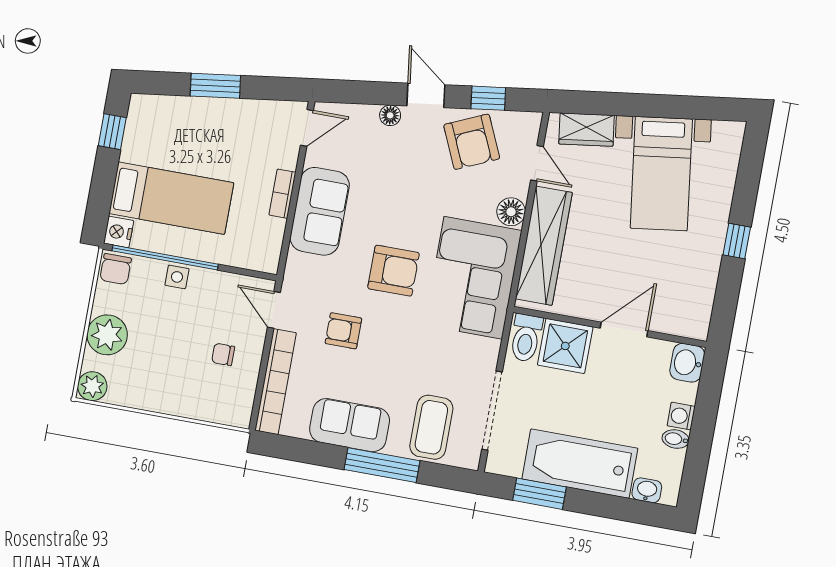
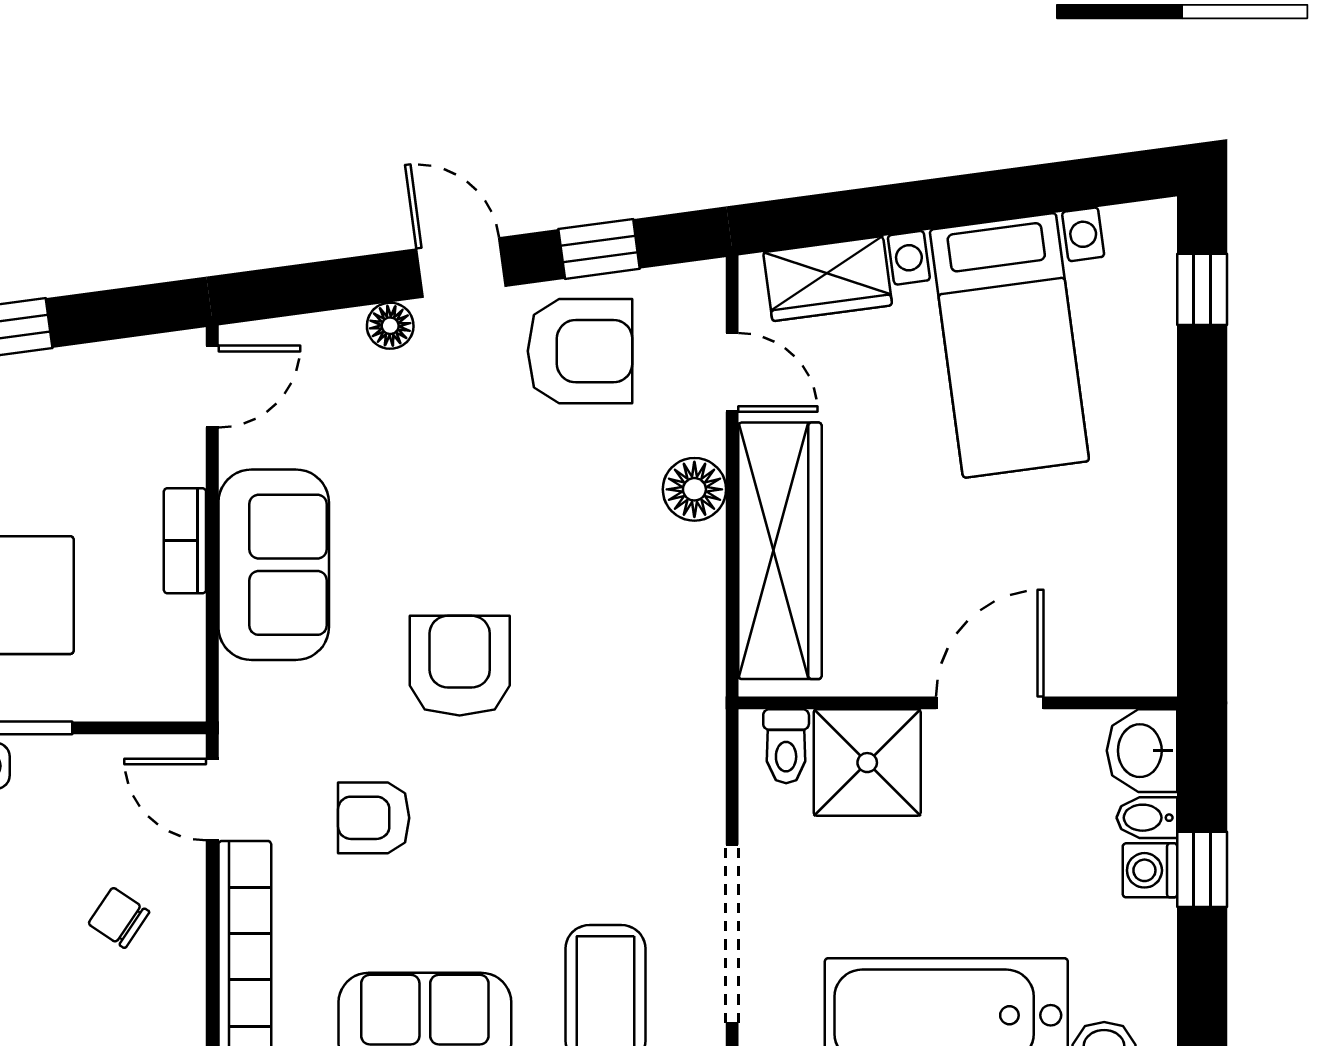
armchair: (472, 142) -> (580, 351), turned -66
window: (737, 241) -> (1202, 289), moved
armchair: (394, 271) -> (460, 666), turned -90
corner sofa: (473, 278) -> (638, 650), removed
toilet: (526, 338) -> (786, 746), width x0.73, depth x0.72
chair: (223, 354) -> (119, 918), turned 34
window: (704, 420) -> (1202, 869), added
bidet: (676, 439) -> (1147, 818), moved

